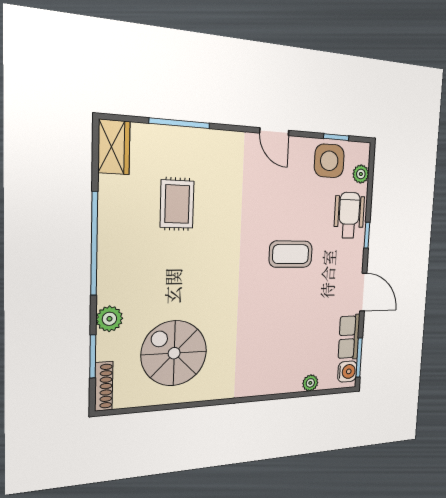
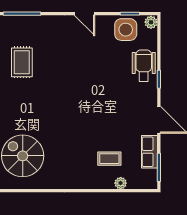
plant: (361, 174) -> (151, 22), moved
coffee table: (291, 254) -> (109, 159), moved, width x0.73, depth x0.77
water cooler: (347, 372) -> (150, 177), removed

